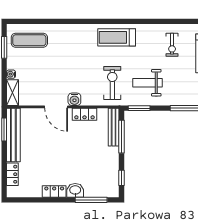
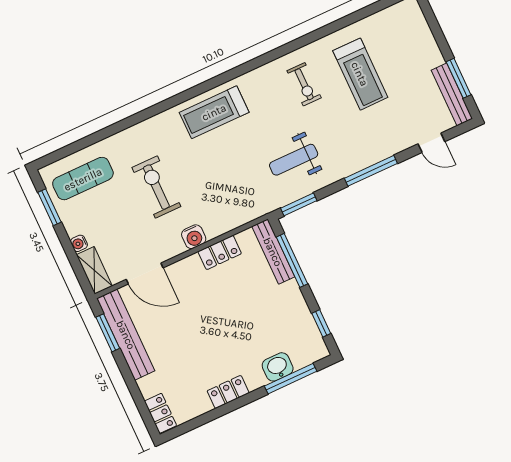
exercise bike: (112, 83) -> (156, 187), moved
door: (56, 107) -> (145, 274), moved
locker: (12, 174) -> (160, 413), moved
washbasin: (75, 190) -> (278, 367), moved

